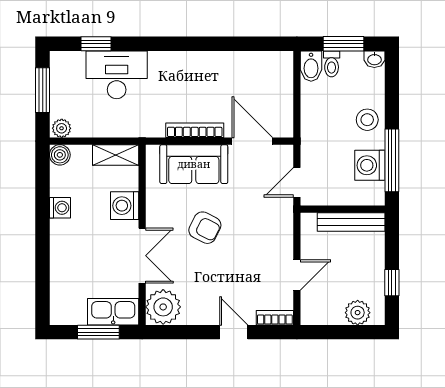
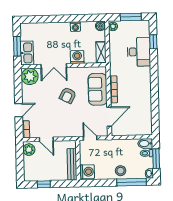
window: (392, 160) -> (132, 182), moved
washing machine: (370, 165) -> (87, 172), moved, turned 90
plant: (358, 313) -> (29, 150), moved

